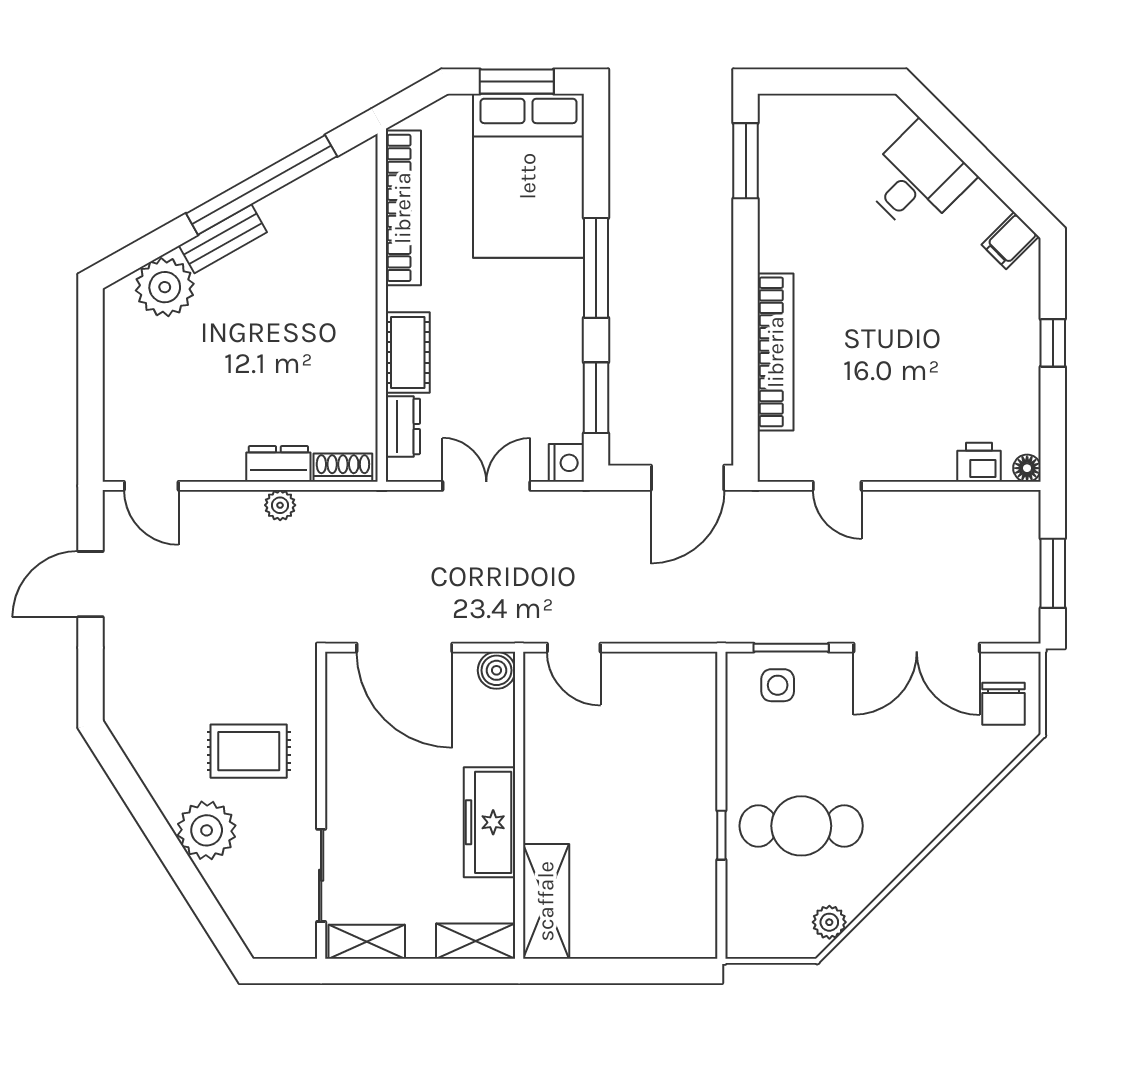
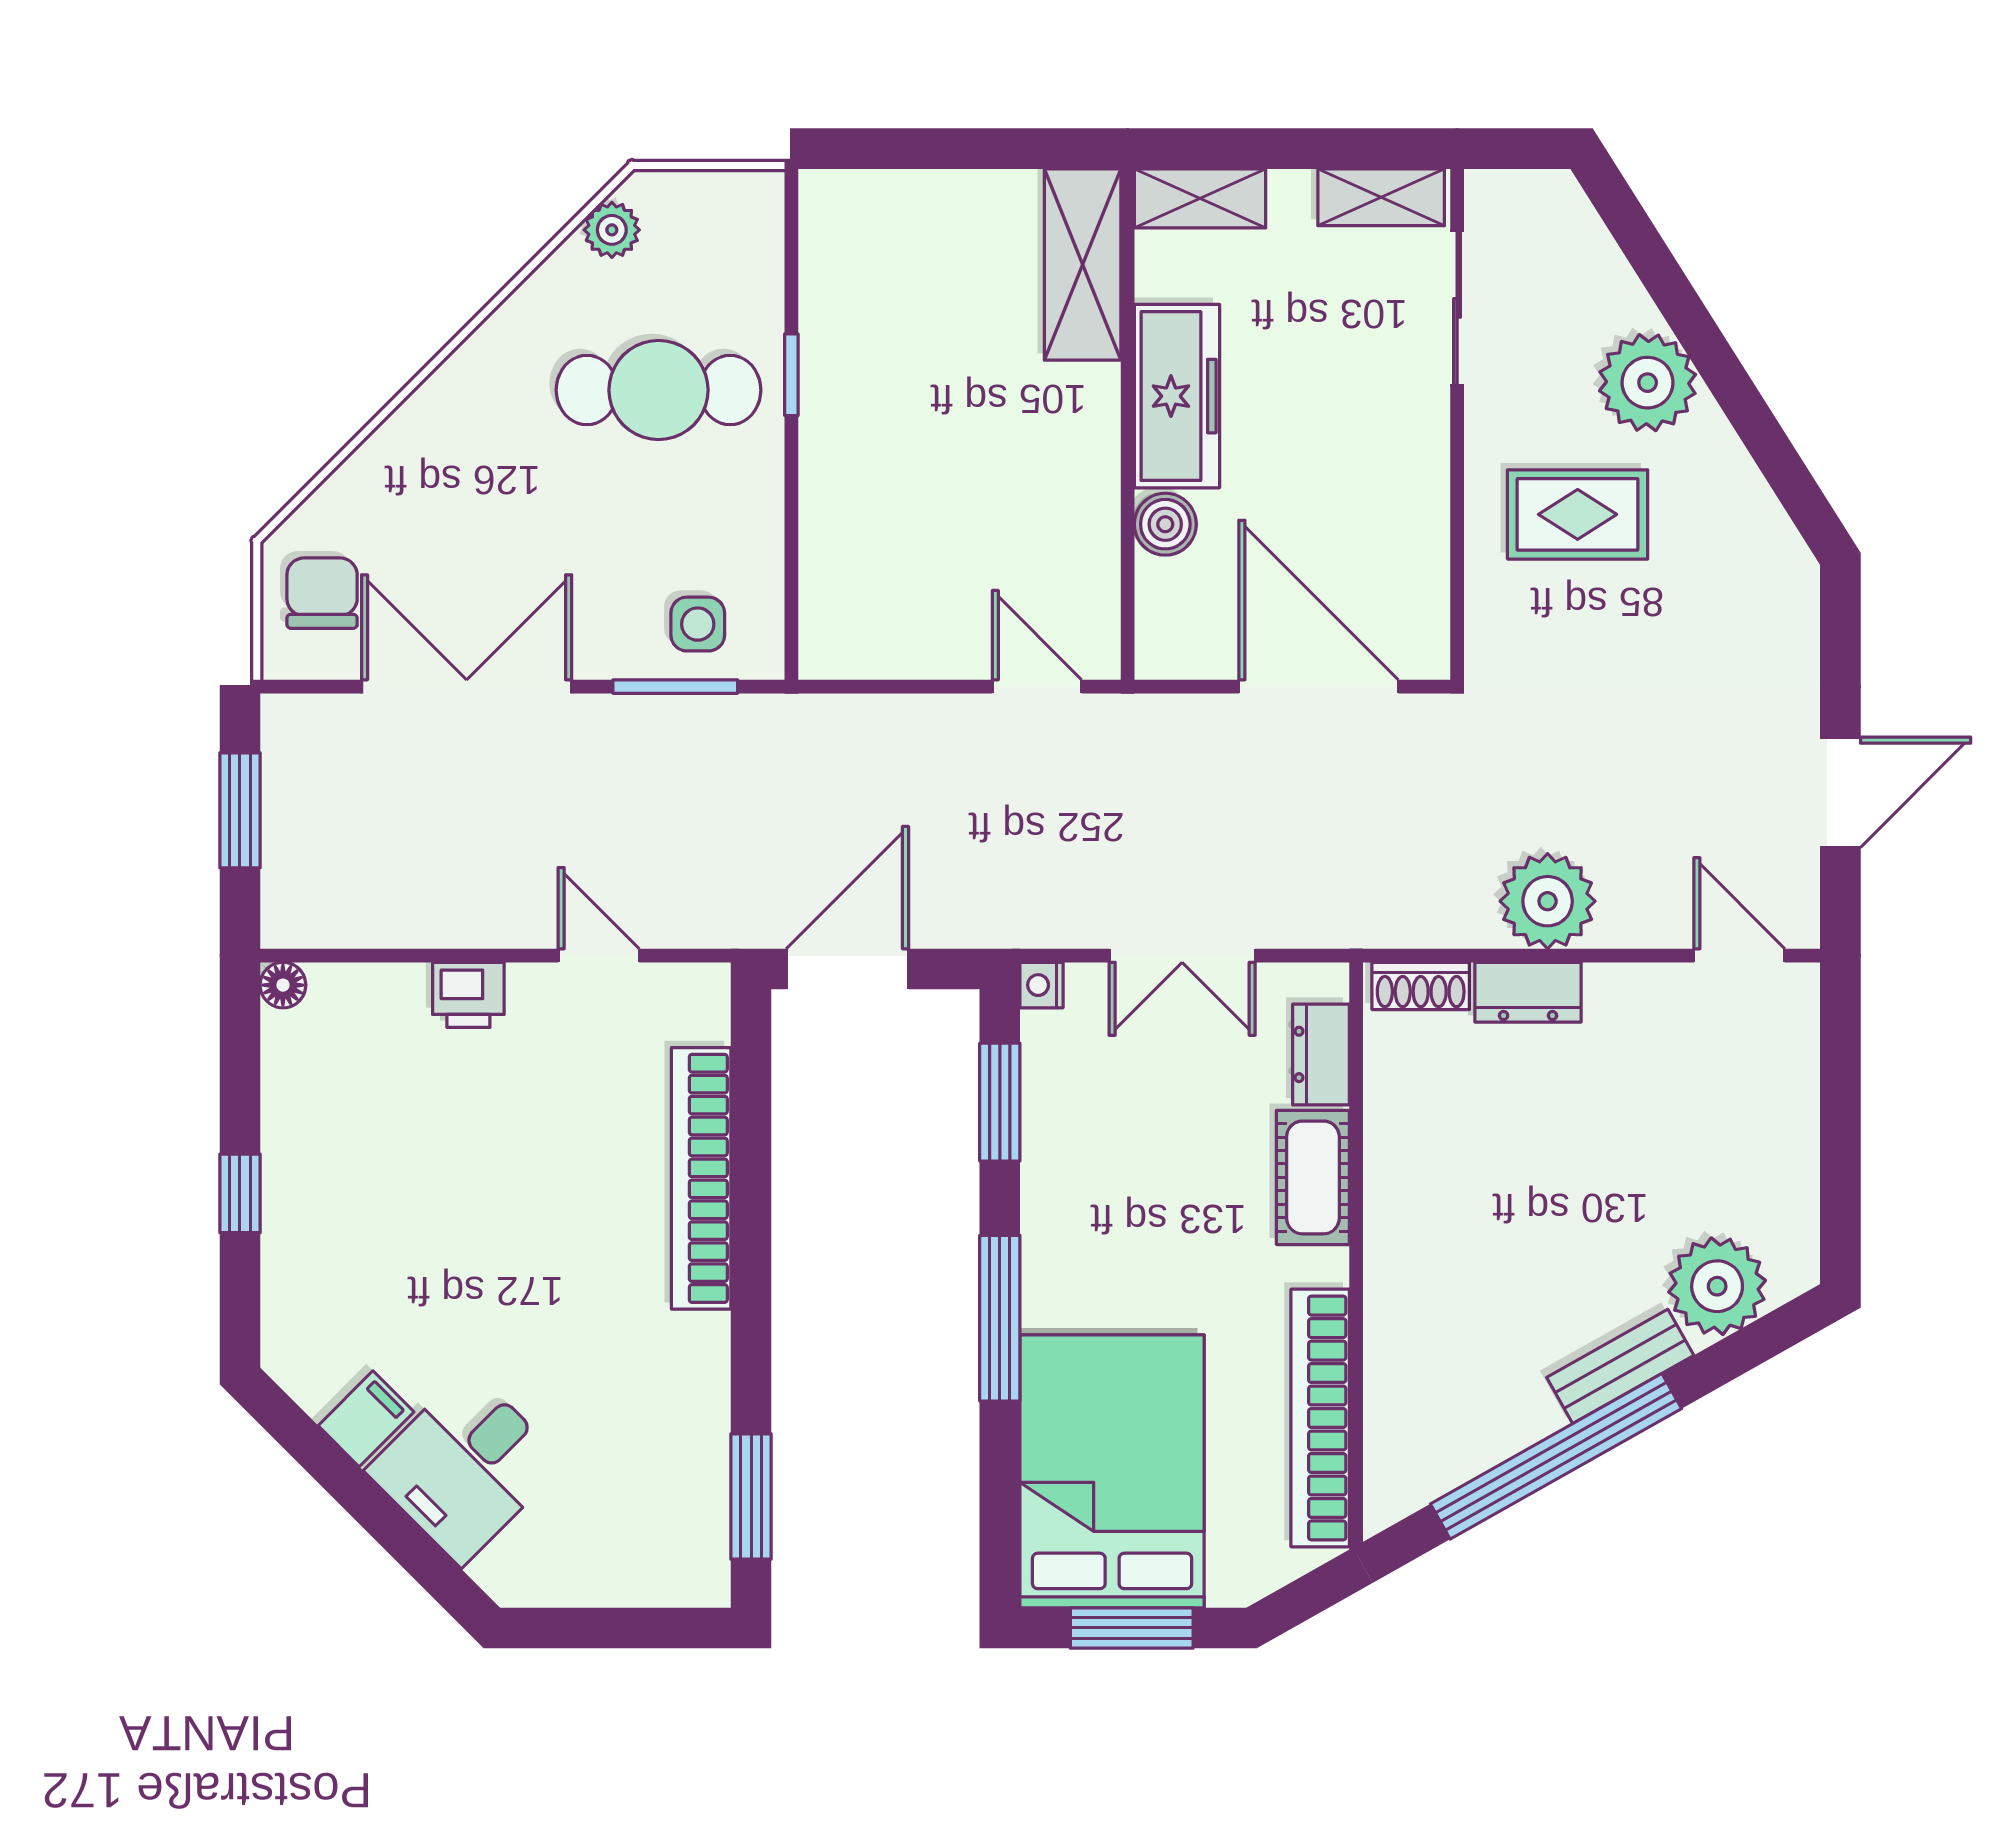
filing cabinet: (1010, 241) -> (366, 1419), moved
printer: (979, 462) -> (468, 995), moved
nightstand: (566, 463) -> (1042, 985), width x0.72, depth x0.74
plant: (280, 505) -> (1548, 901), width x1.88, depth x1.88
boiler: (497, 670) -> (1165, 524), moved

